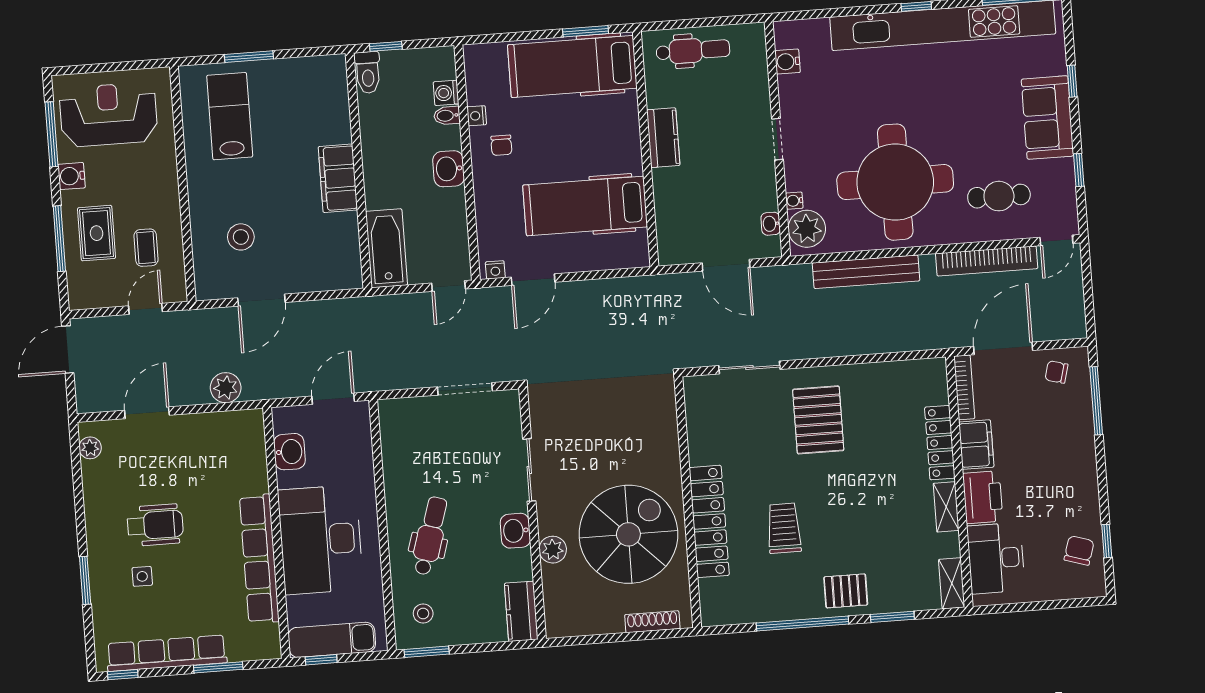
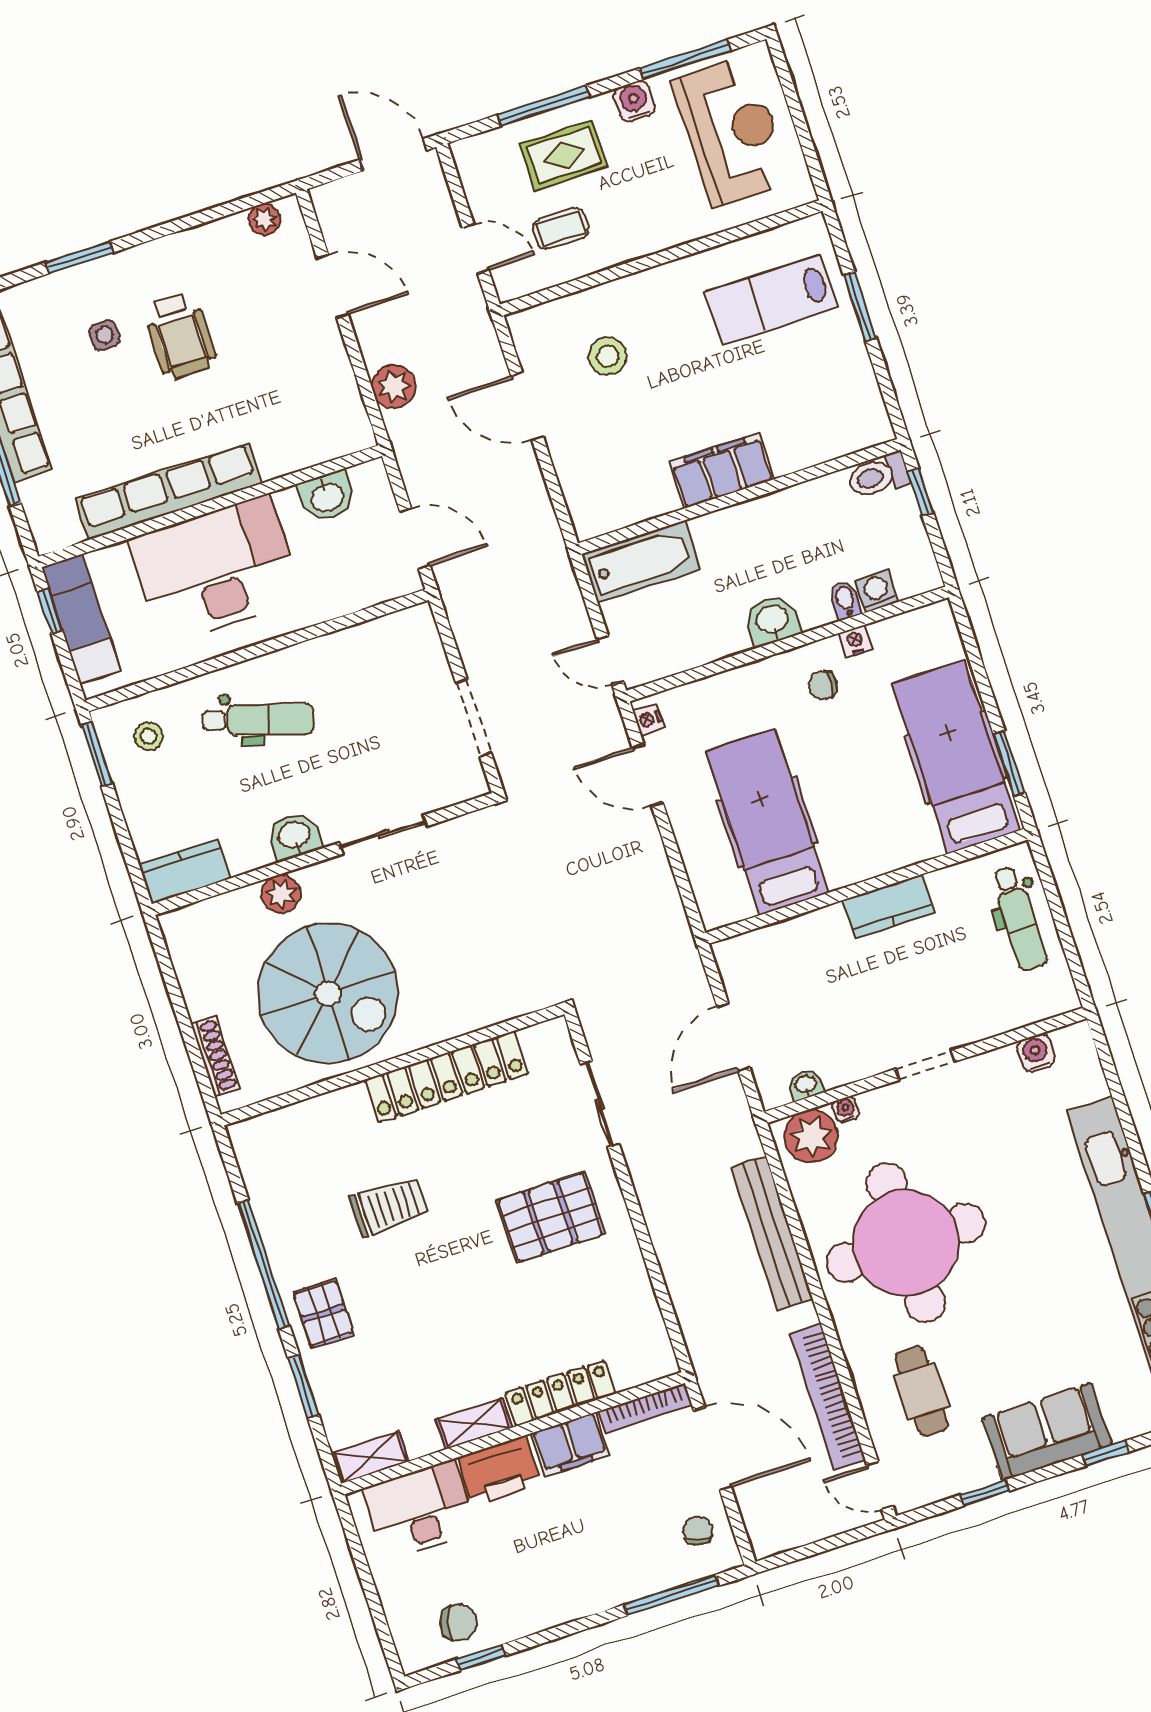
lab bench: (230, 116) -> (771, 300), turned 180
locker: (709, 521) -> (446, 1077), moved

